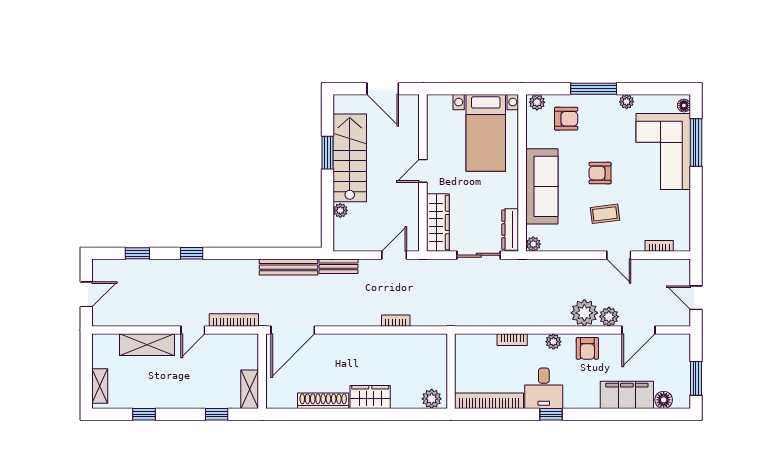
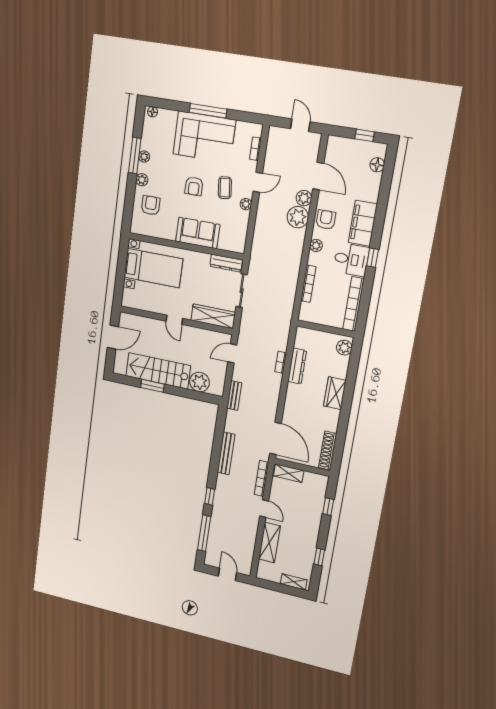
window: (594, 89) -> (135, 155), moved
plant: (537, 102) -> (142, 180), moved
window: (696, 142) -> (208, 111), moved
corner sofa: (663, 152) -> (204, 137), moved
sofa: (542, 186) -> (198, 233), width x0.73
plant: (340, 210) -> (199, 382), width x1.88, depth x1.88
plant: (533, 244) -> (246, 204), moved
window: (137, 253) -> (204, 533), width x2.17
door: (394, 255) -> (232, 353), hinge flipped
bench: (289, 267) -> (226, 453), moved
door: (696, 298) -> (300, 125), swing flipped
bookcase: (512, 340) -> (308, 284), width x1.56
dresser: (395, 343) -> (297, 366), added
armchair: (587, 348) -> (326, 220), turned -90
window: (696, 378) -> (365, 135), width x0.67
shelving: (250, 389) -> (289, 473), moved
filing cabinet: (627, 395) -> (363, 223), moved
shoe rack: (323, 401) -> (328, 451), moved

